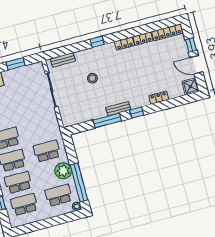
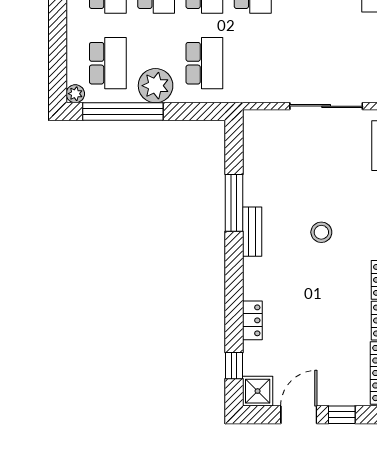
stool: (92, 78) -> (321, 232), moved
window: (137, 113) -> (234, 366), moved

